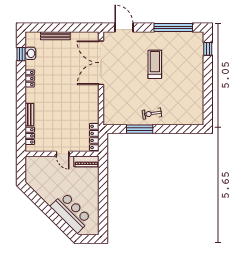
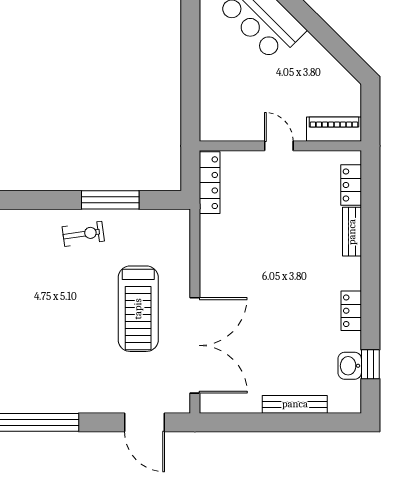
treadmill: (155, 64) -> (138, 309), moved, width x1.37, depth x1.38
piano: (86, 161) -> (334, 129), moved

